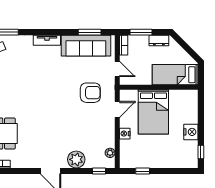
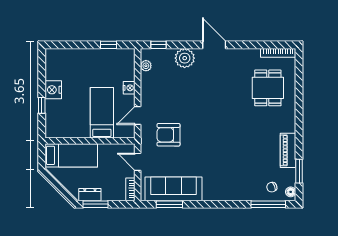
window: (141, 32) -> (95, 204), moved
tv unit: (47, 40) -> (218, 195), removed
bed: (153, 112) -> (102, 113), width x0.67
window: (201, 152) -> (42, 105), moved

